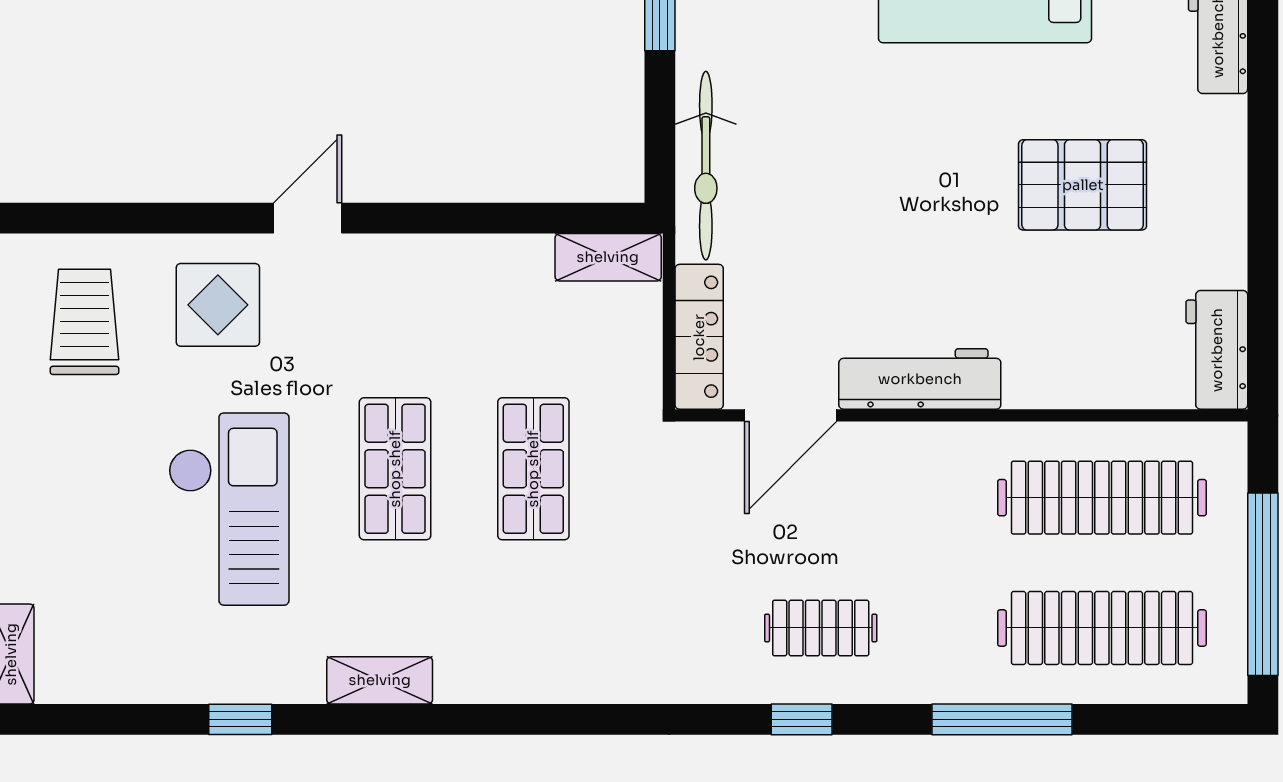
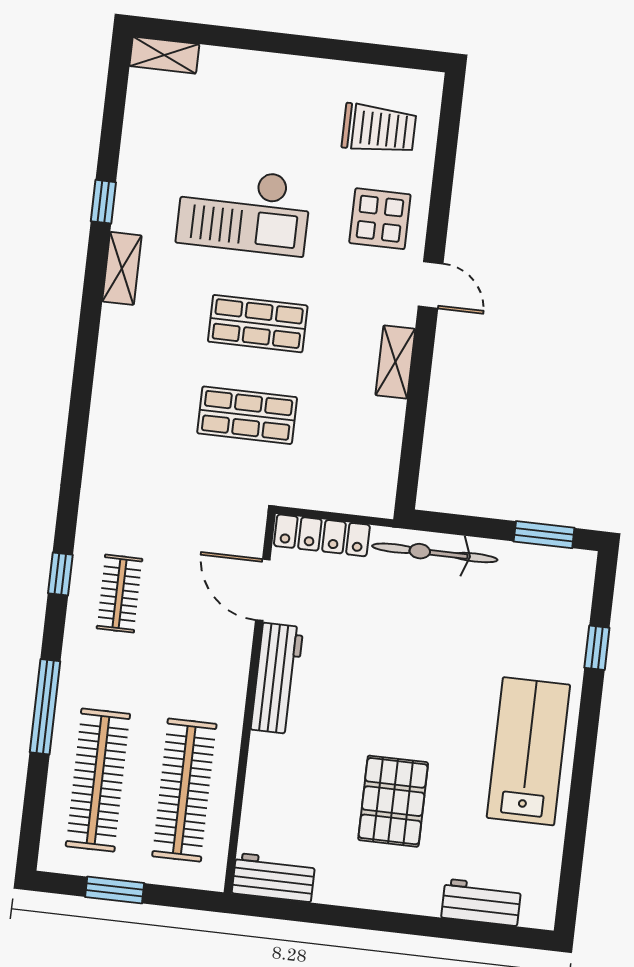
shelving: (608, 257) -> (395, 362), moved
window: (1263, 584) -> (115, 890), width x0.47
shelving: (380, 680) -> (122, 268), moved

